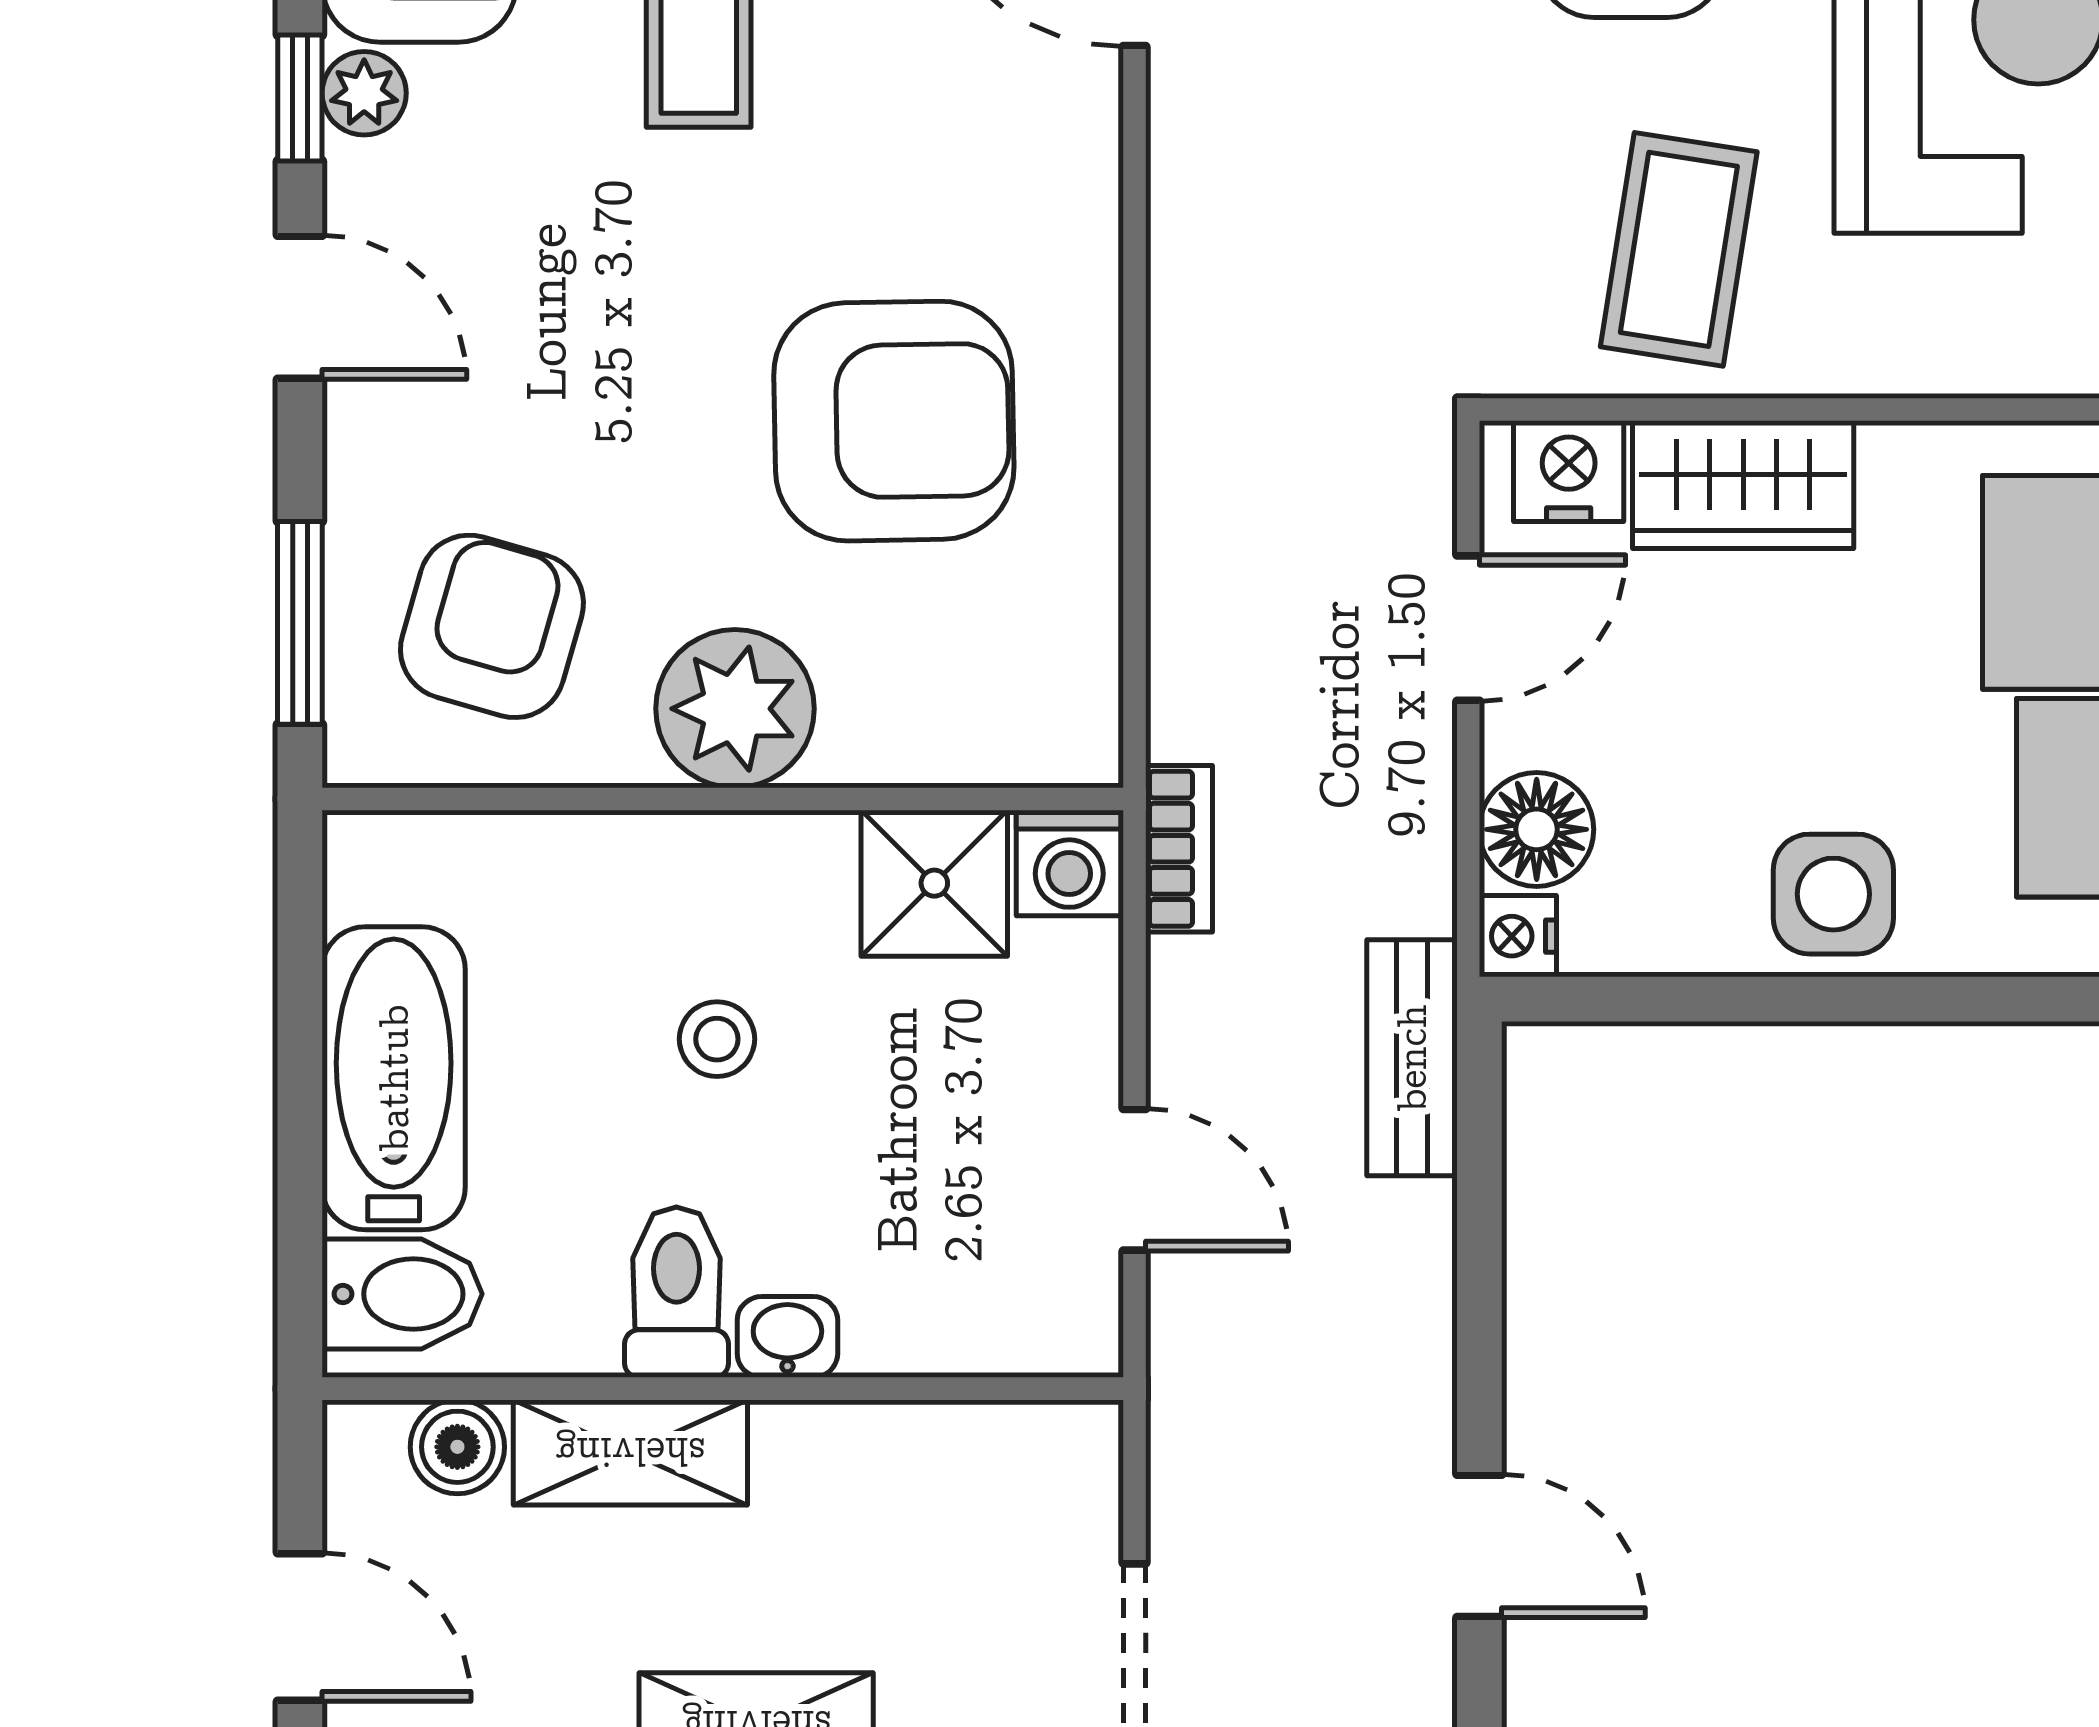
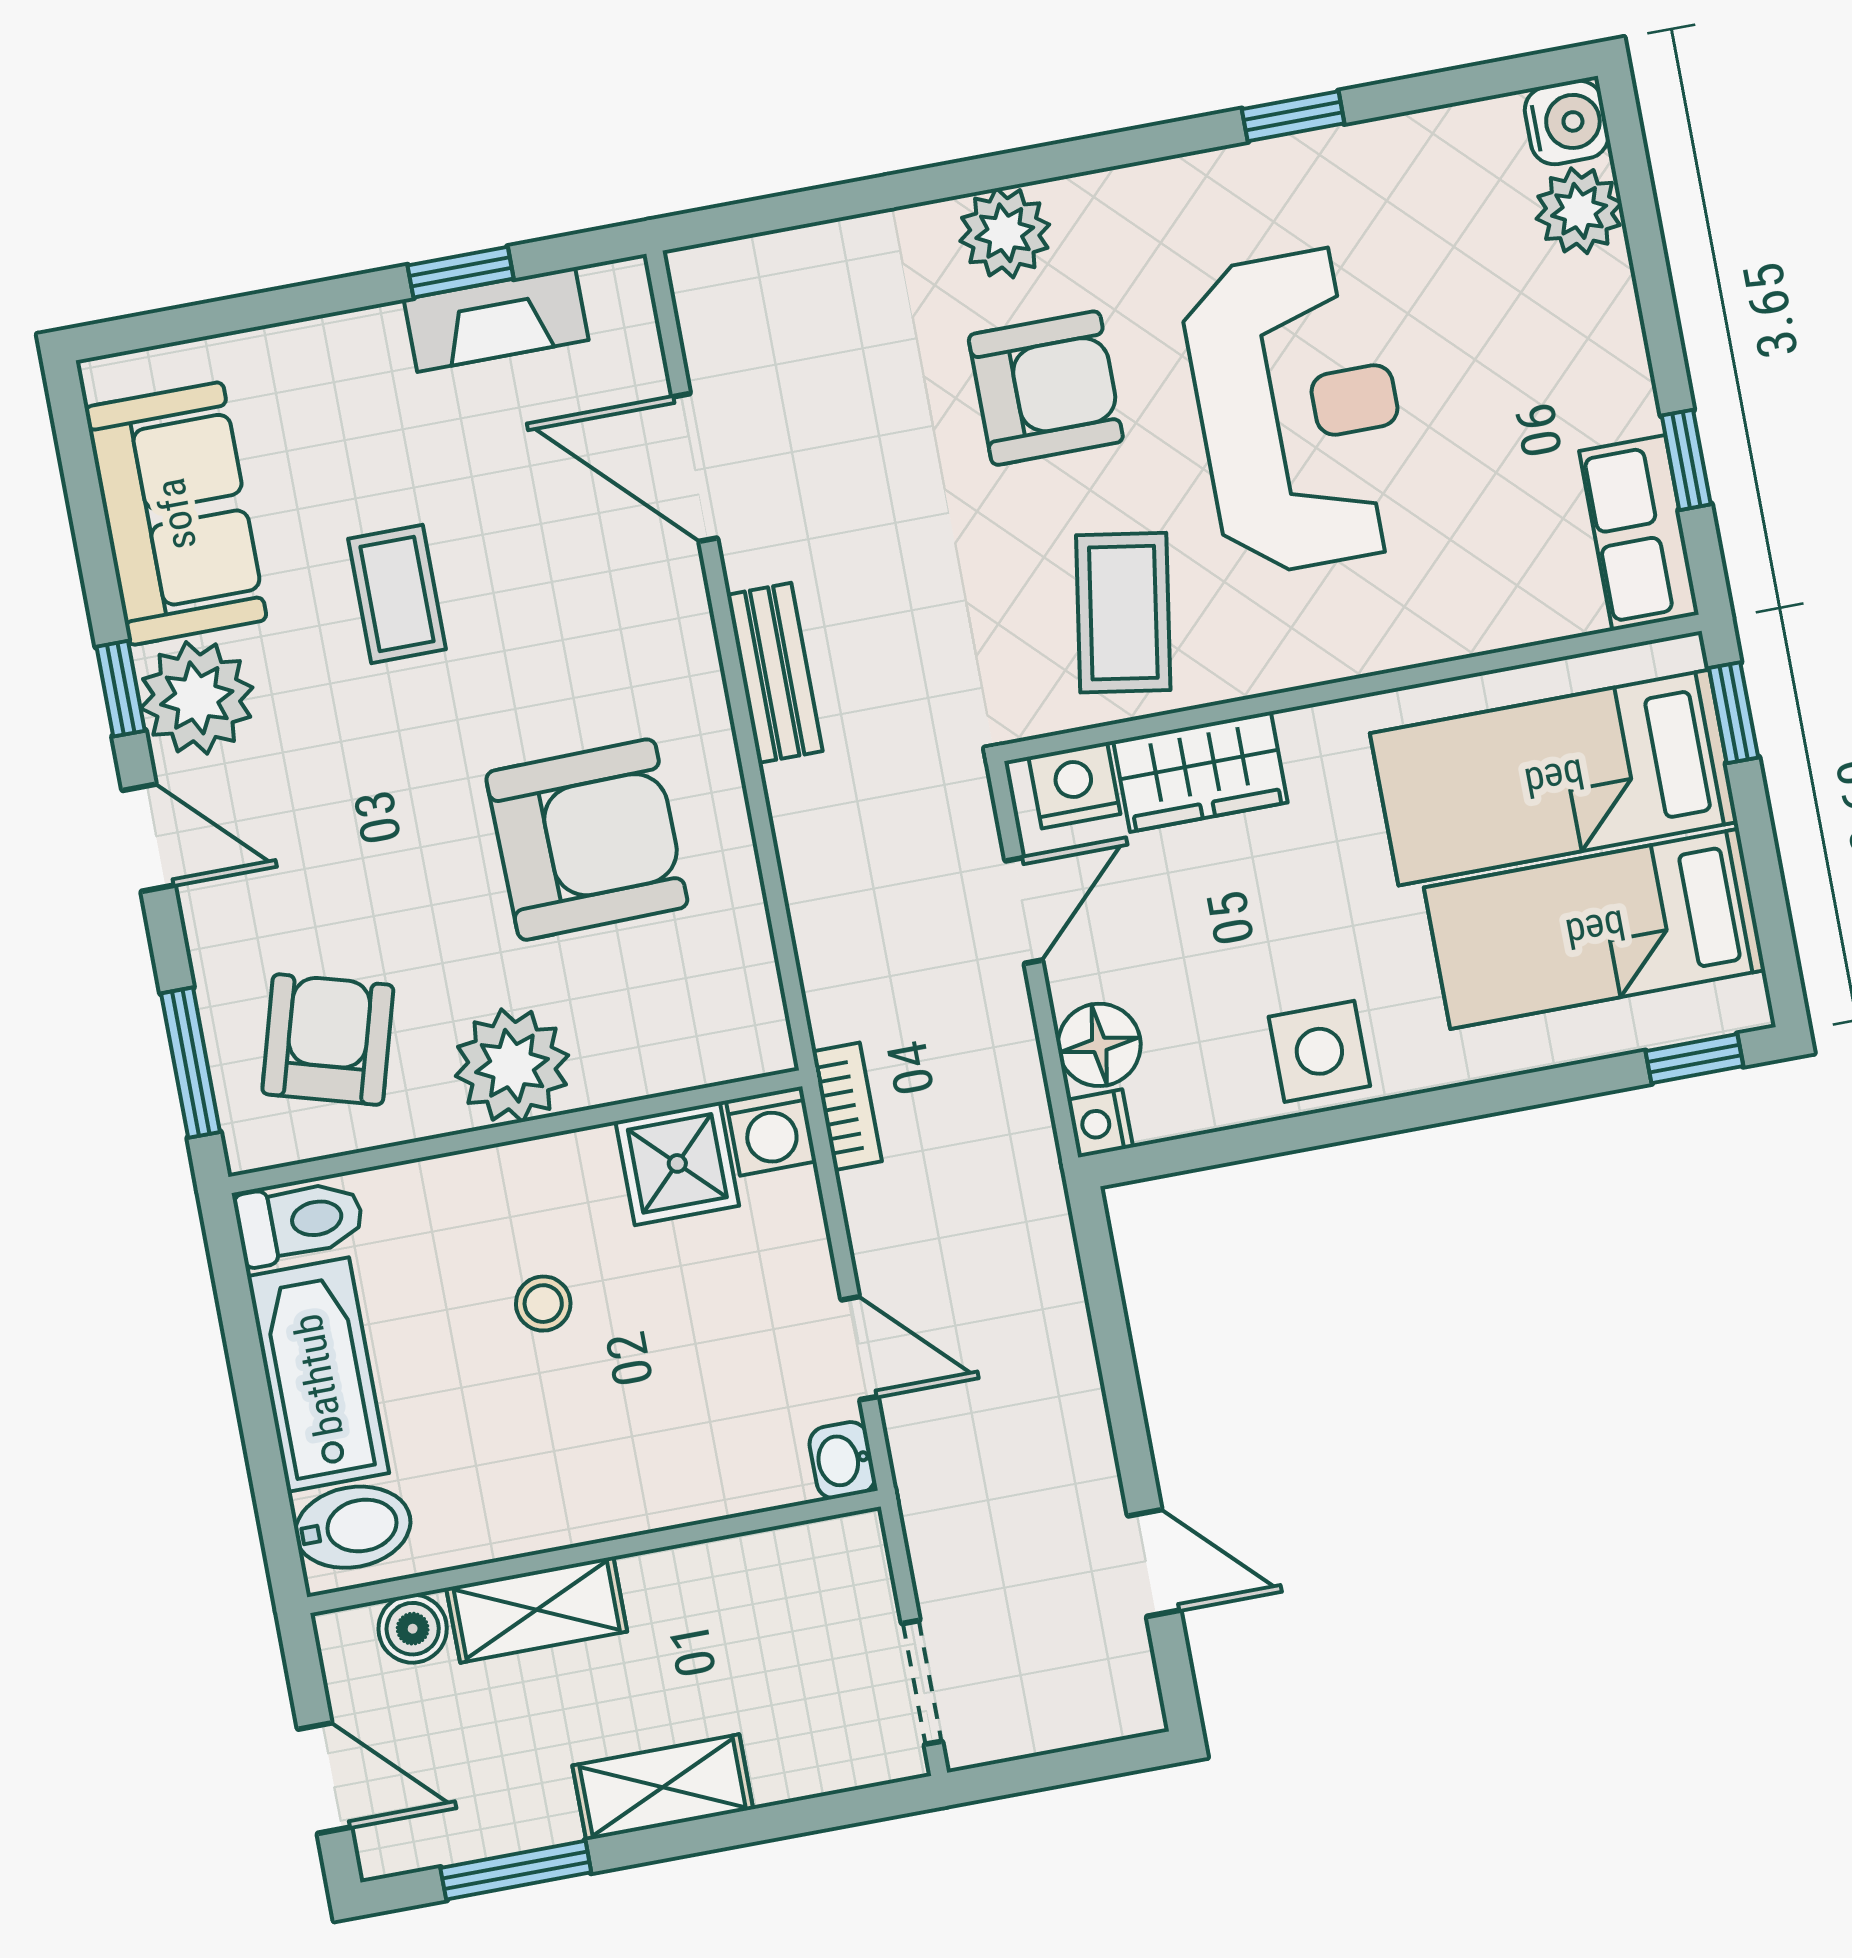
plant: (364, 93) -> (197, 698), width x1.87, depth x1.87
bench: (1412, 1058) -> (775, 673), moved
toilet: (676, 1292) -> (300, 1221), moved, turned 90
washbasin: (787, 1337) -> (842, 1460), moved, turned -90

